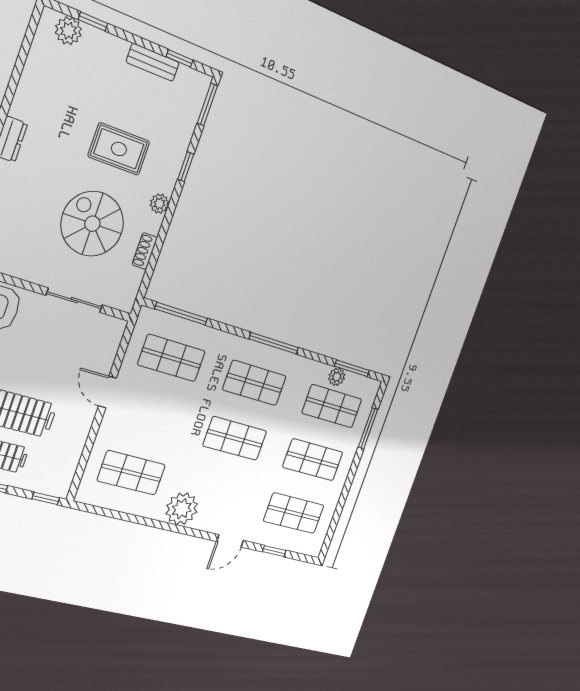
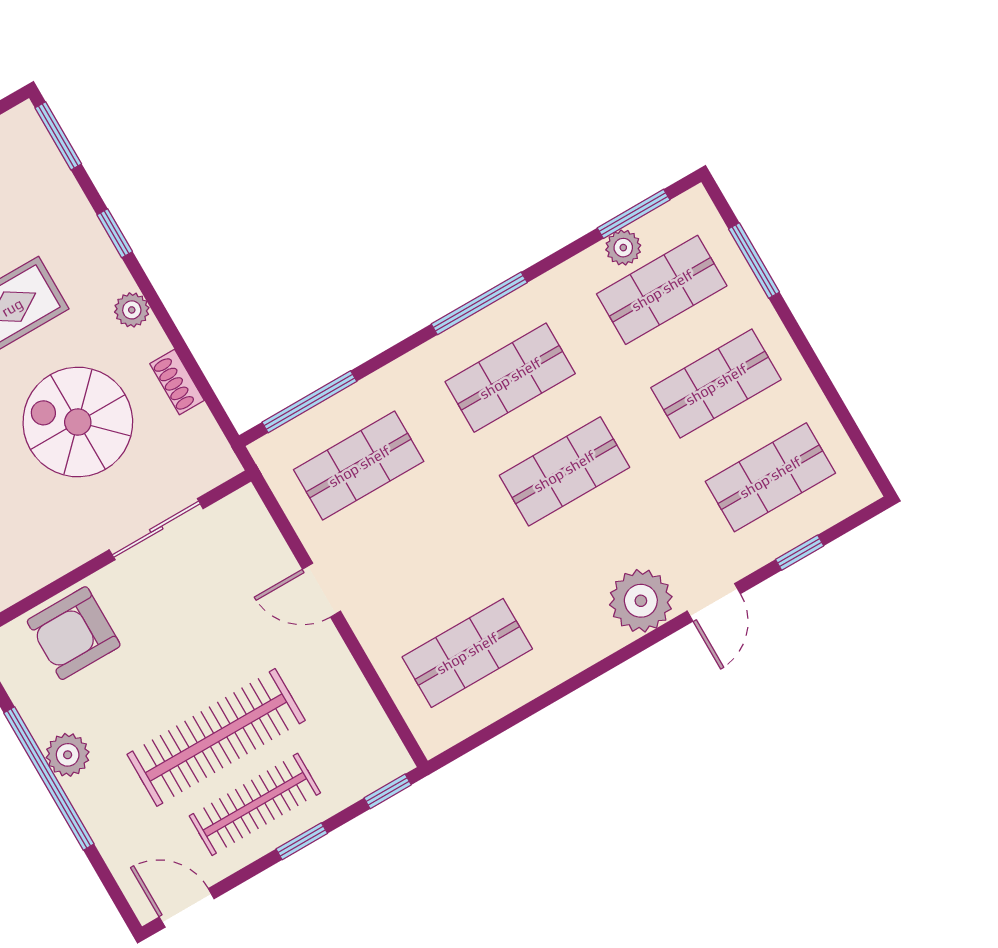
plant: (182, 509) -> (641, 601), moved

